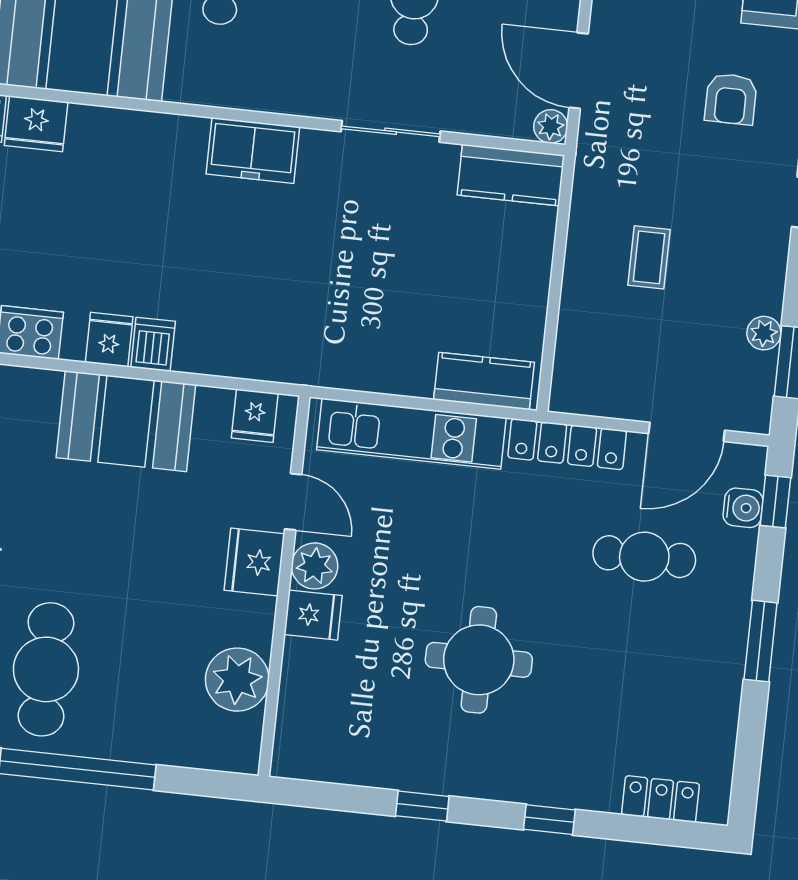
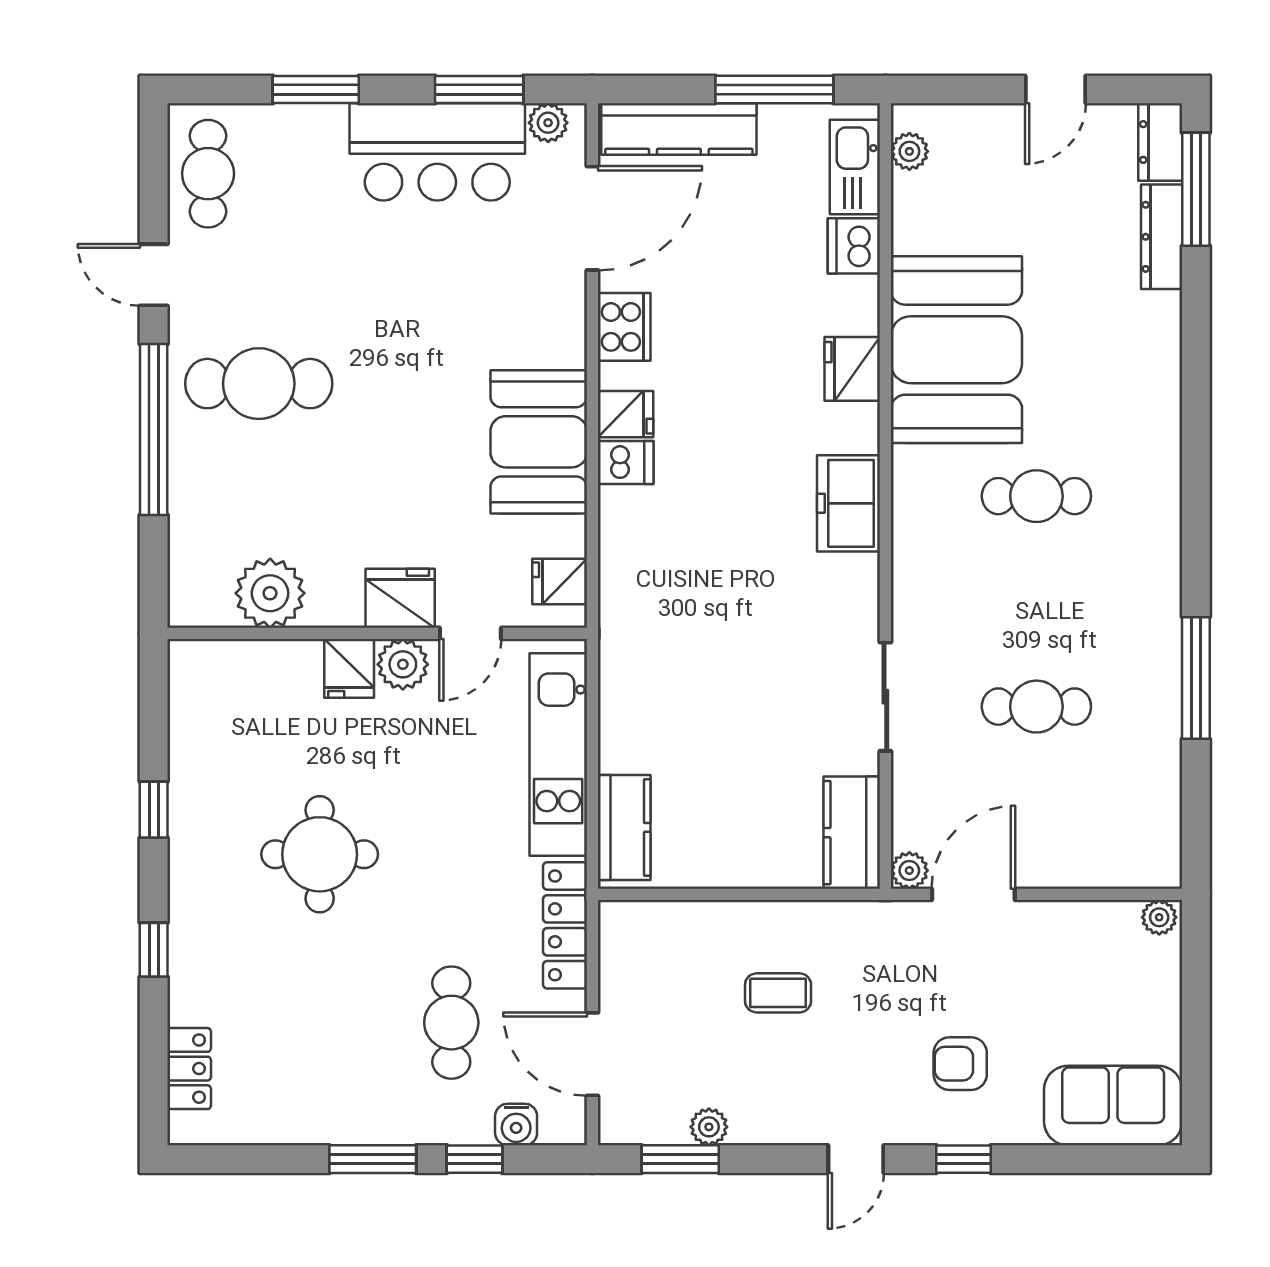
fridge: (36, 124) -> (852, 369), moved
freezer: (253, 150) -> (848, 503), moved
window: (775, 501) -> (475, 1159), moved

